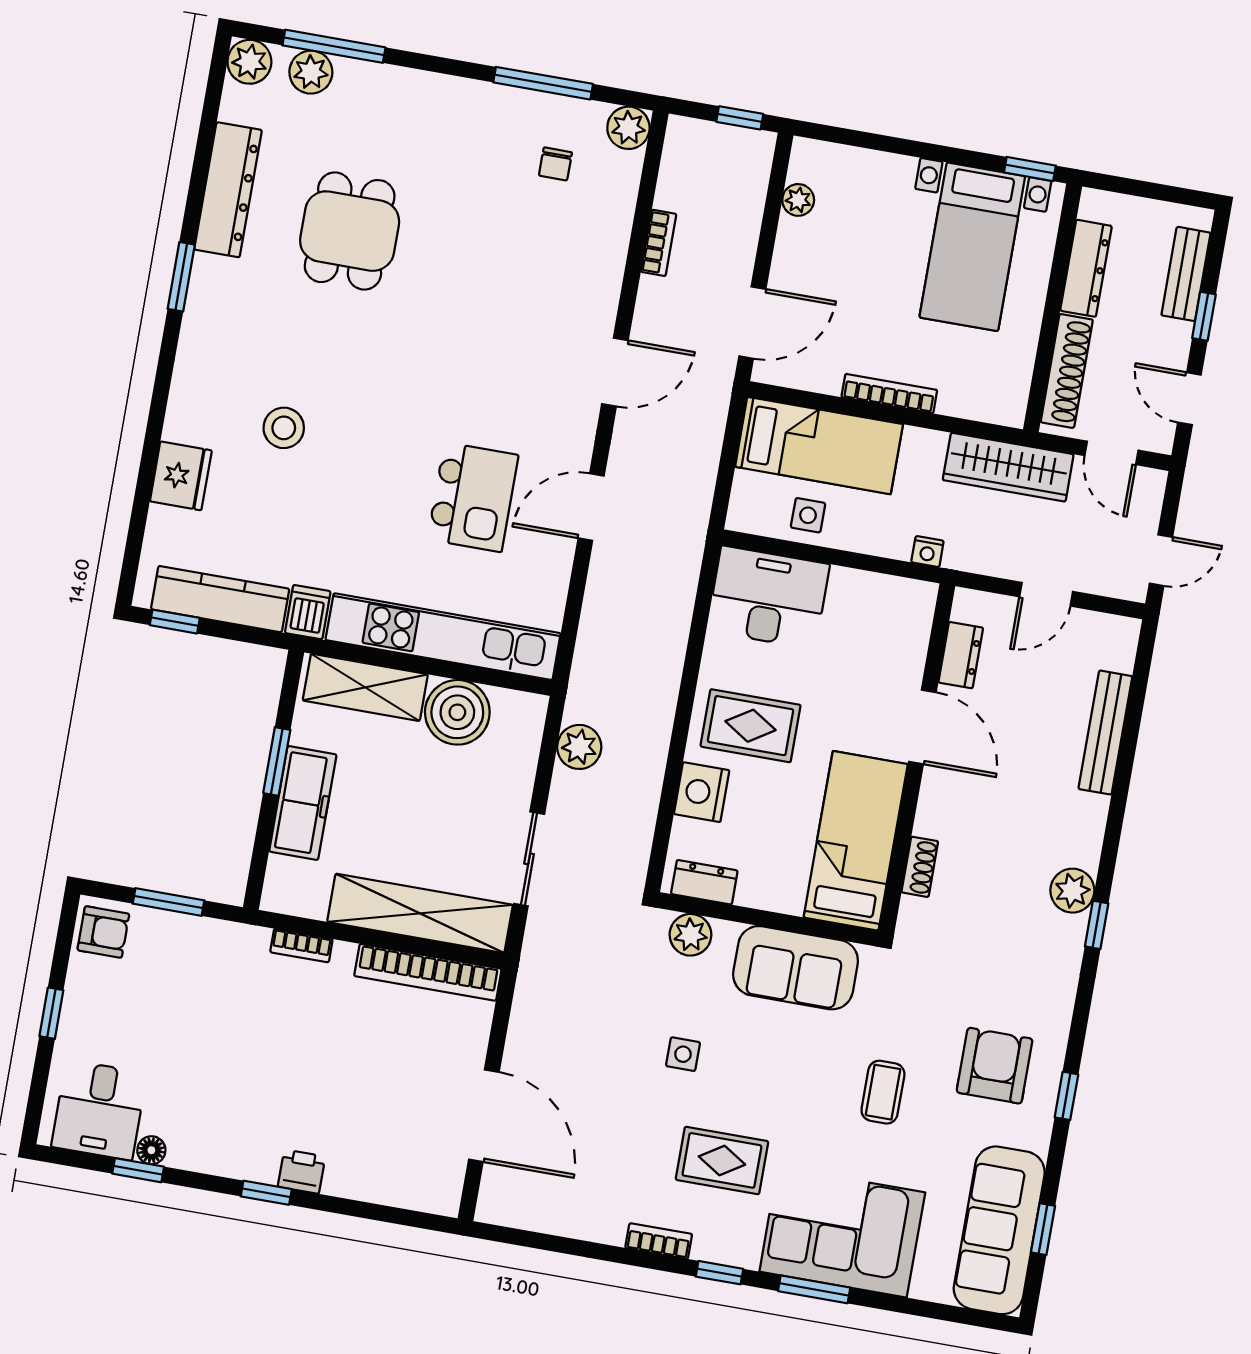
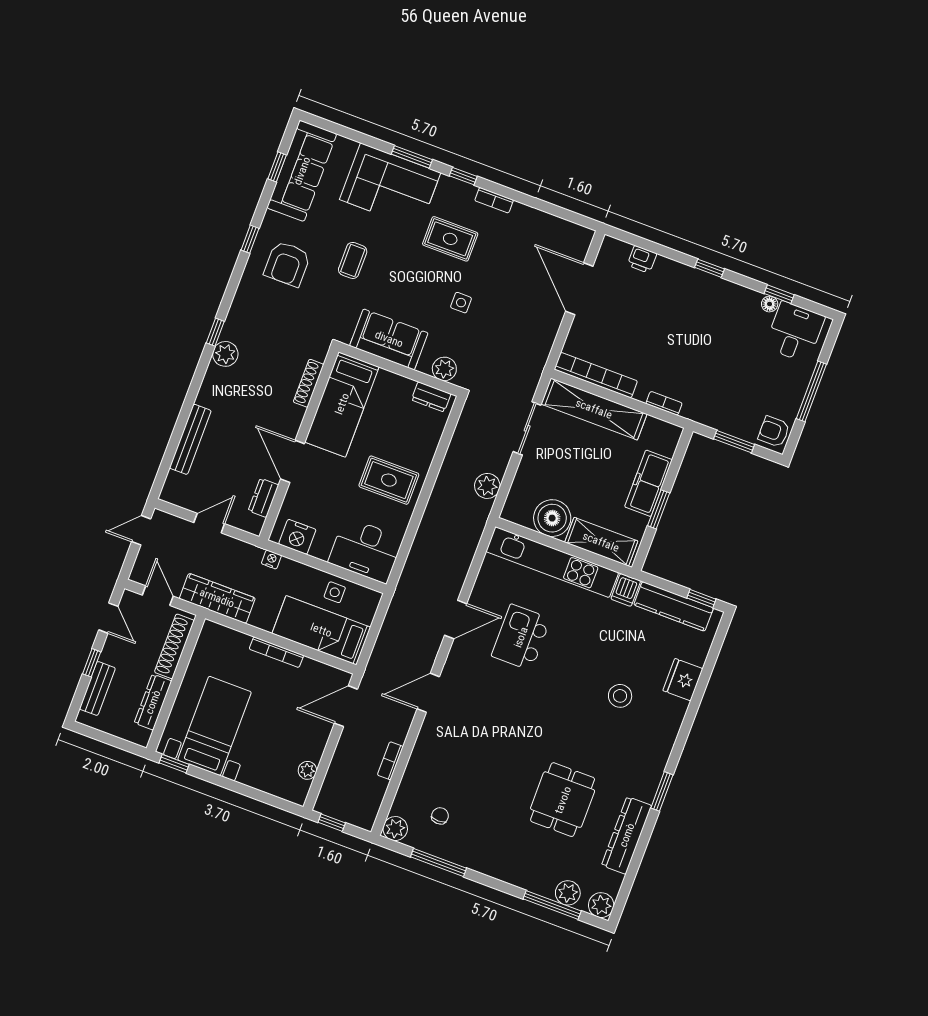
nightstand: (702, 792) -> (297, 537), moved, turned 90
shoe rack: (920, 867) -> (309, 383), width x1.43
window: (51, 1013) -> (811, 391), width x2.17
printer: (302, 1172) -> (642, 259), moved

